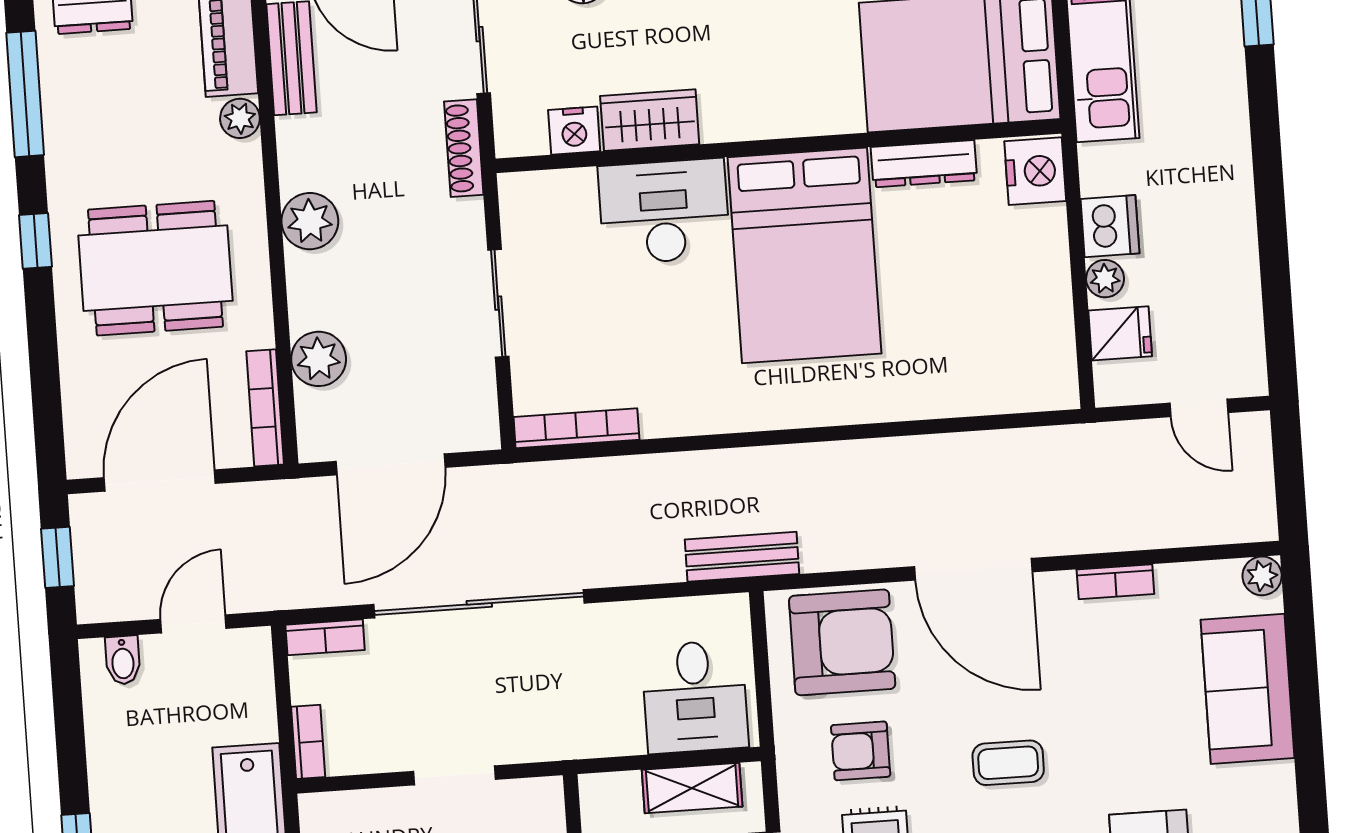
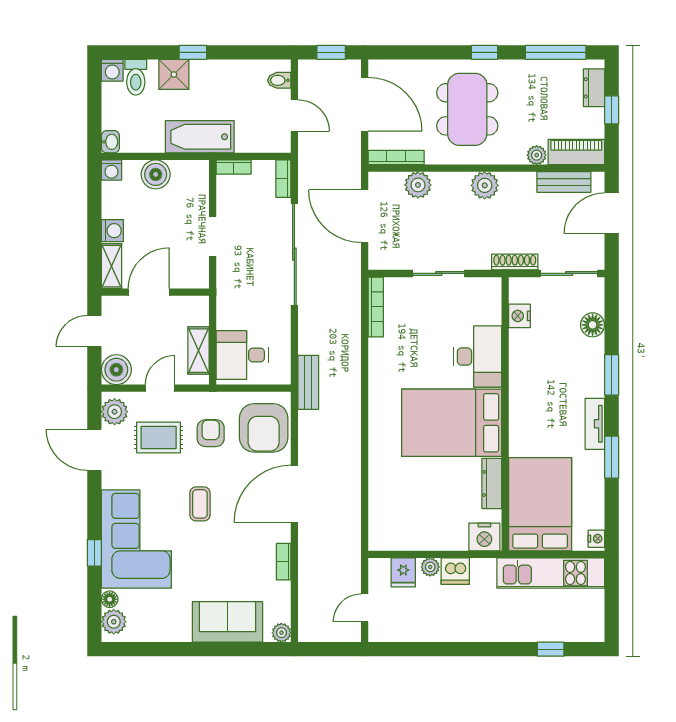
wardrobe: (650, 120) -> (522, 353), removed

